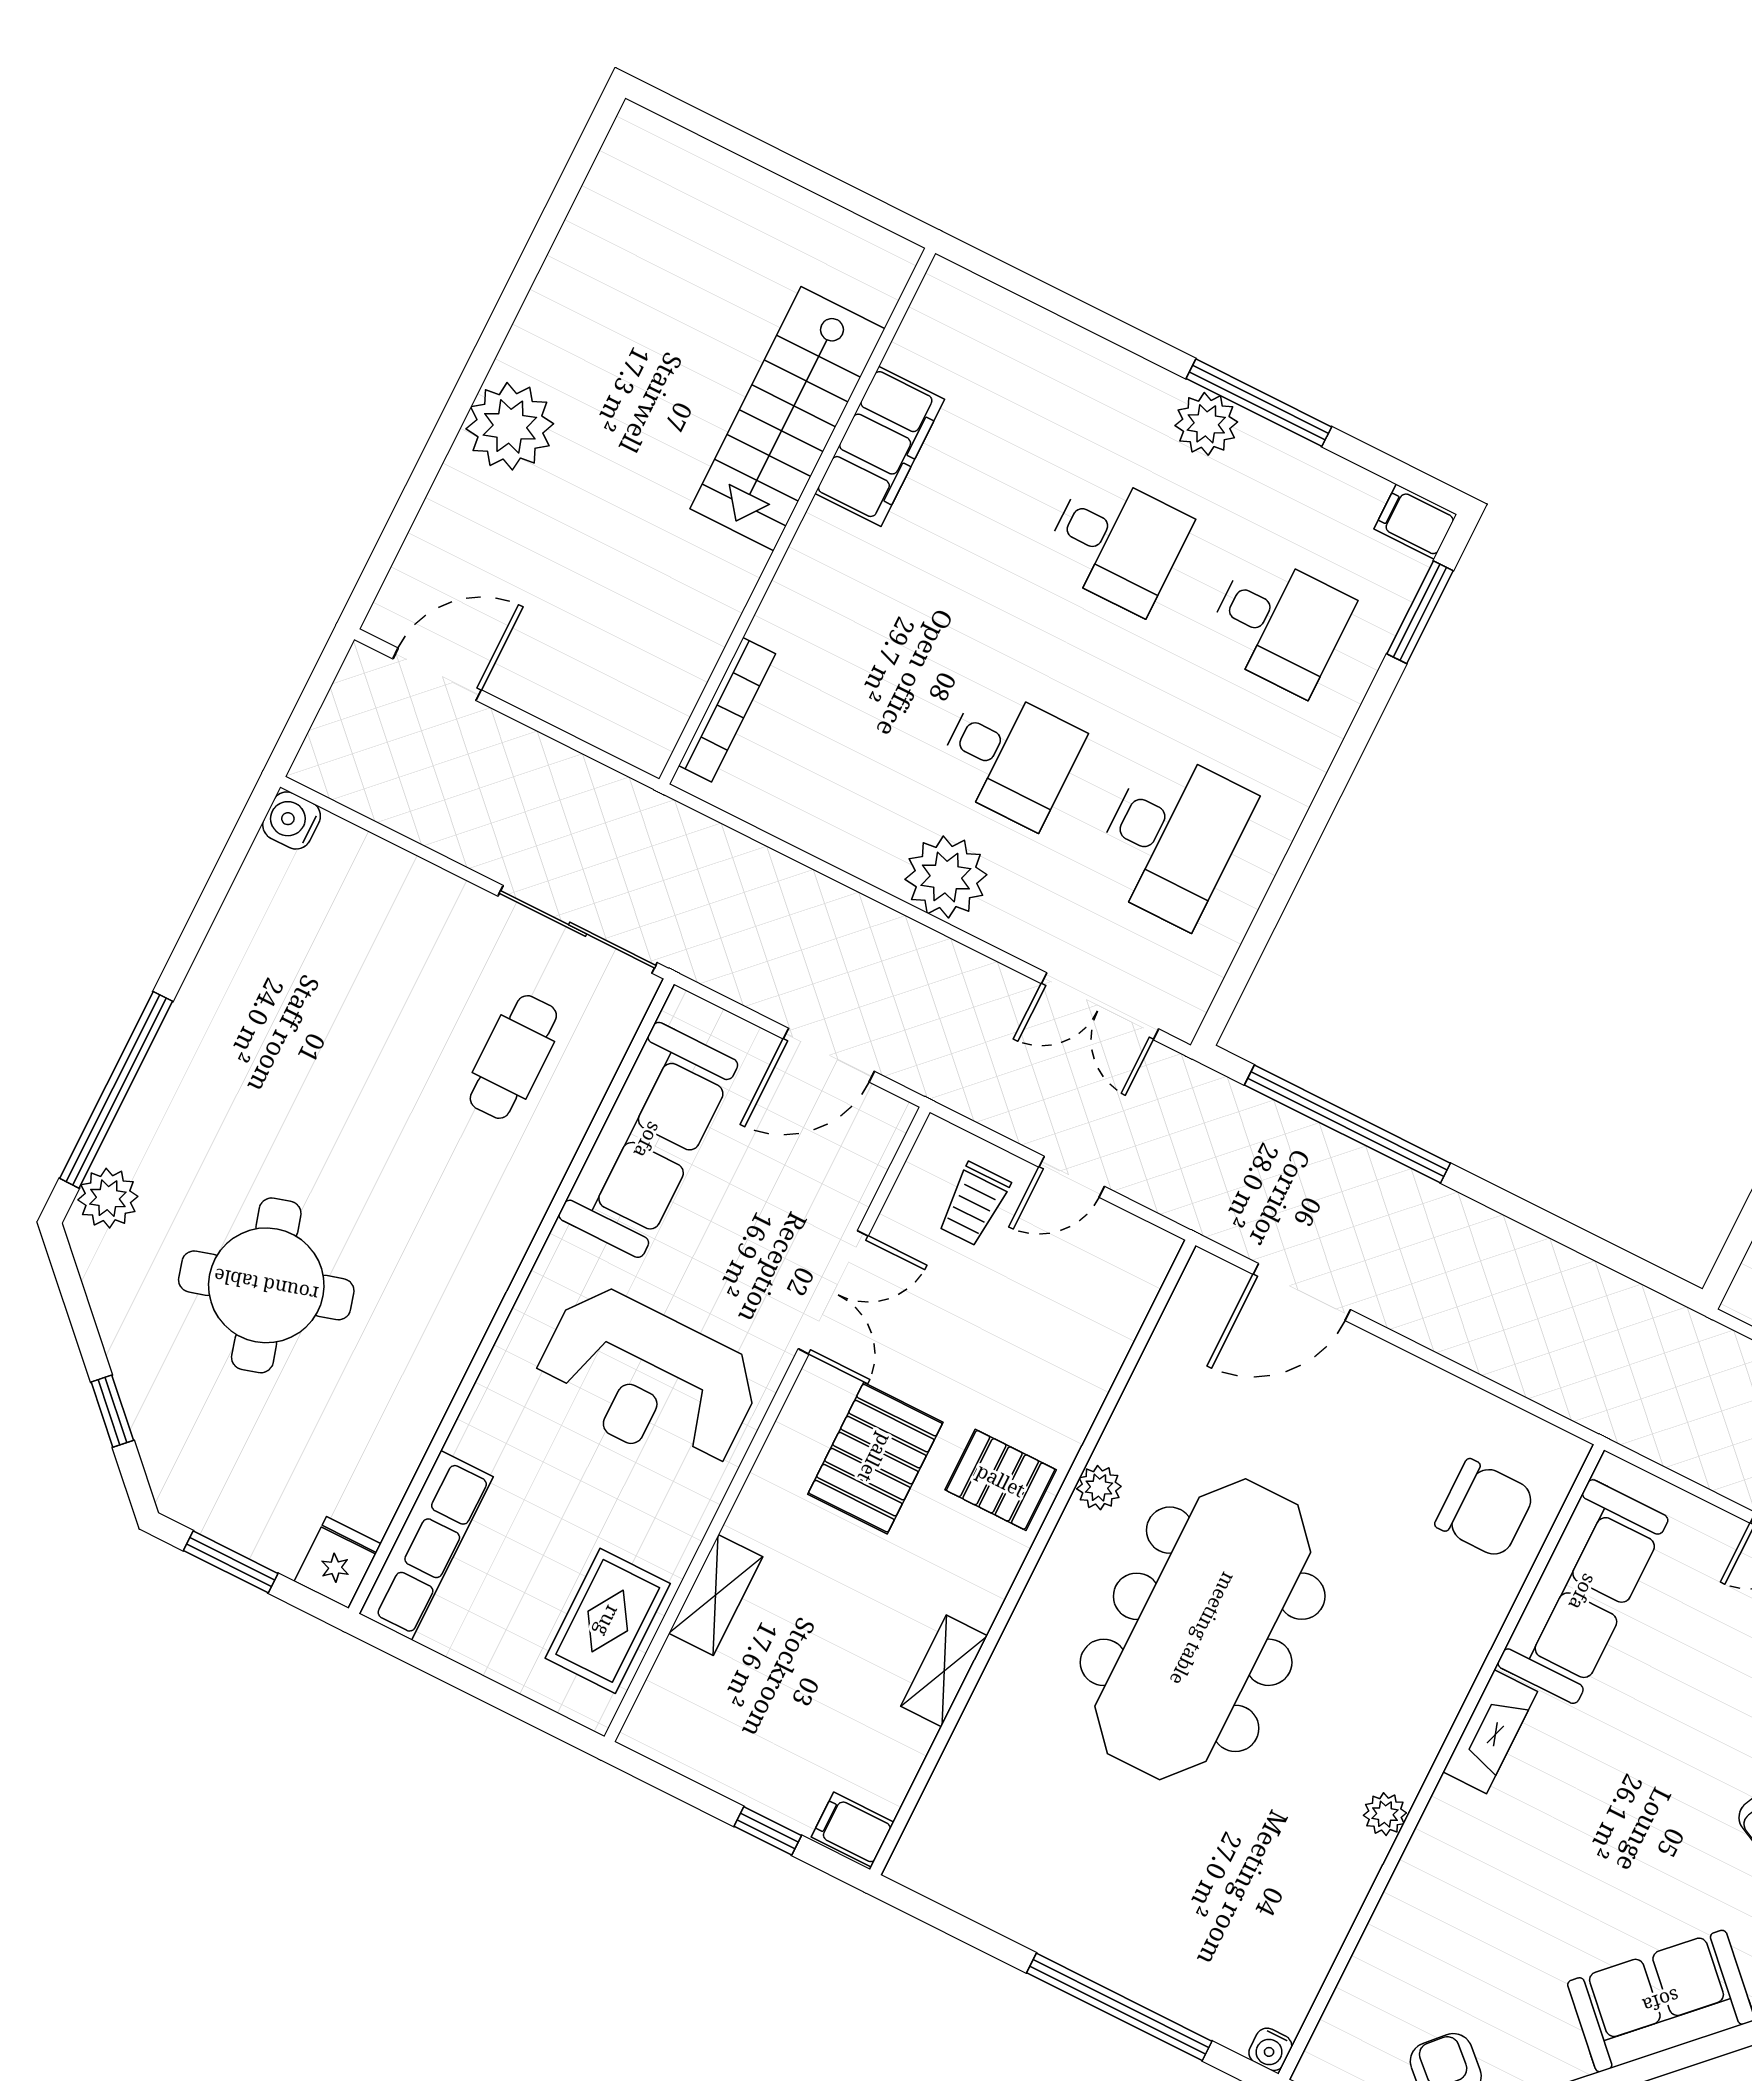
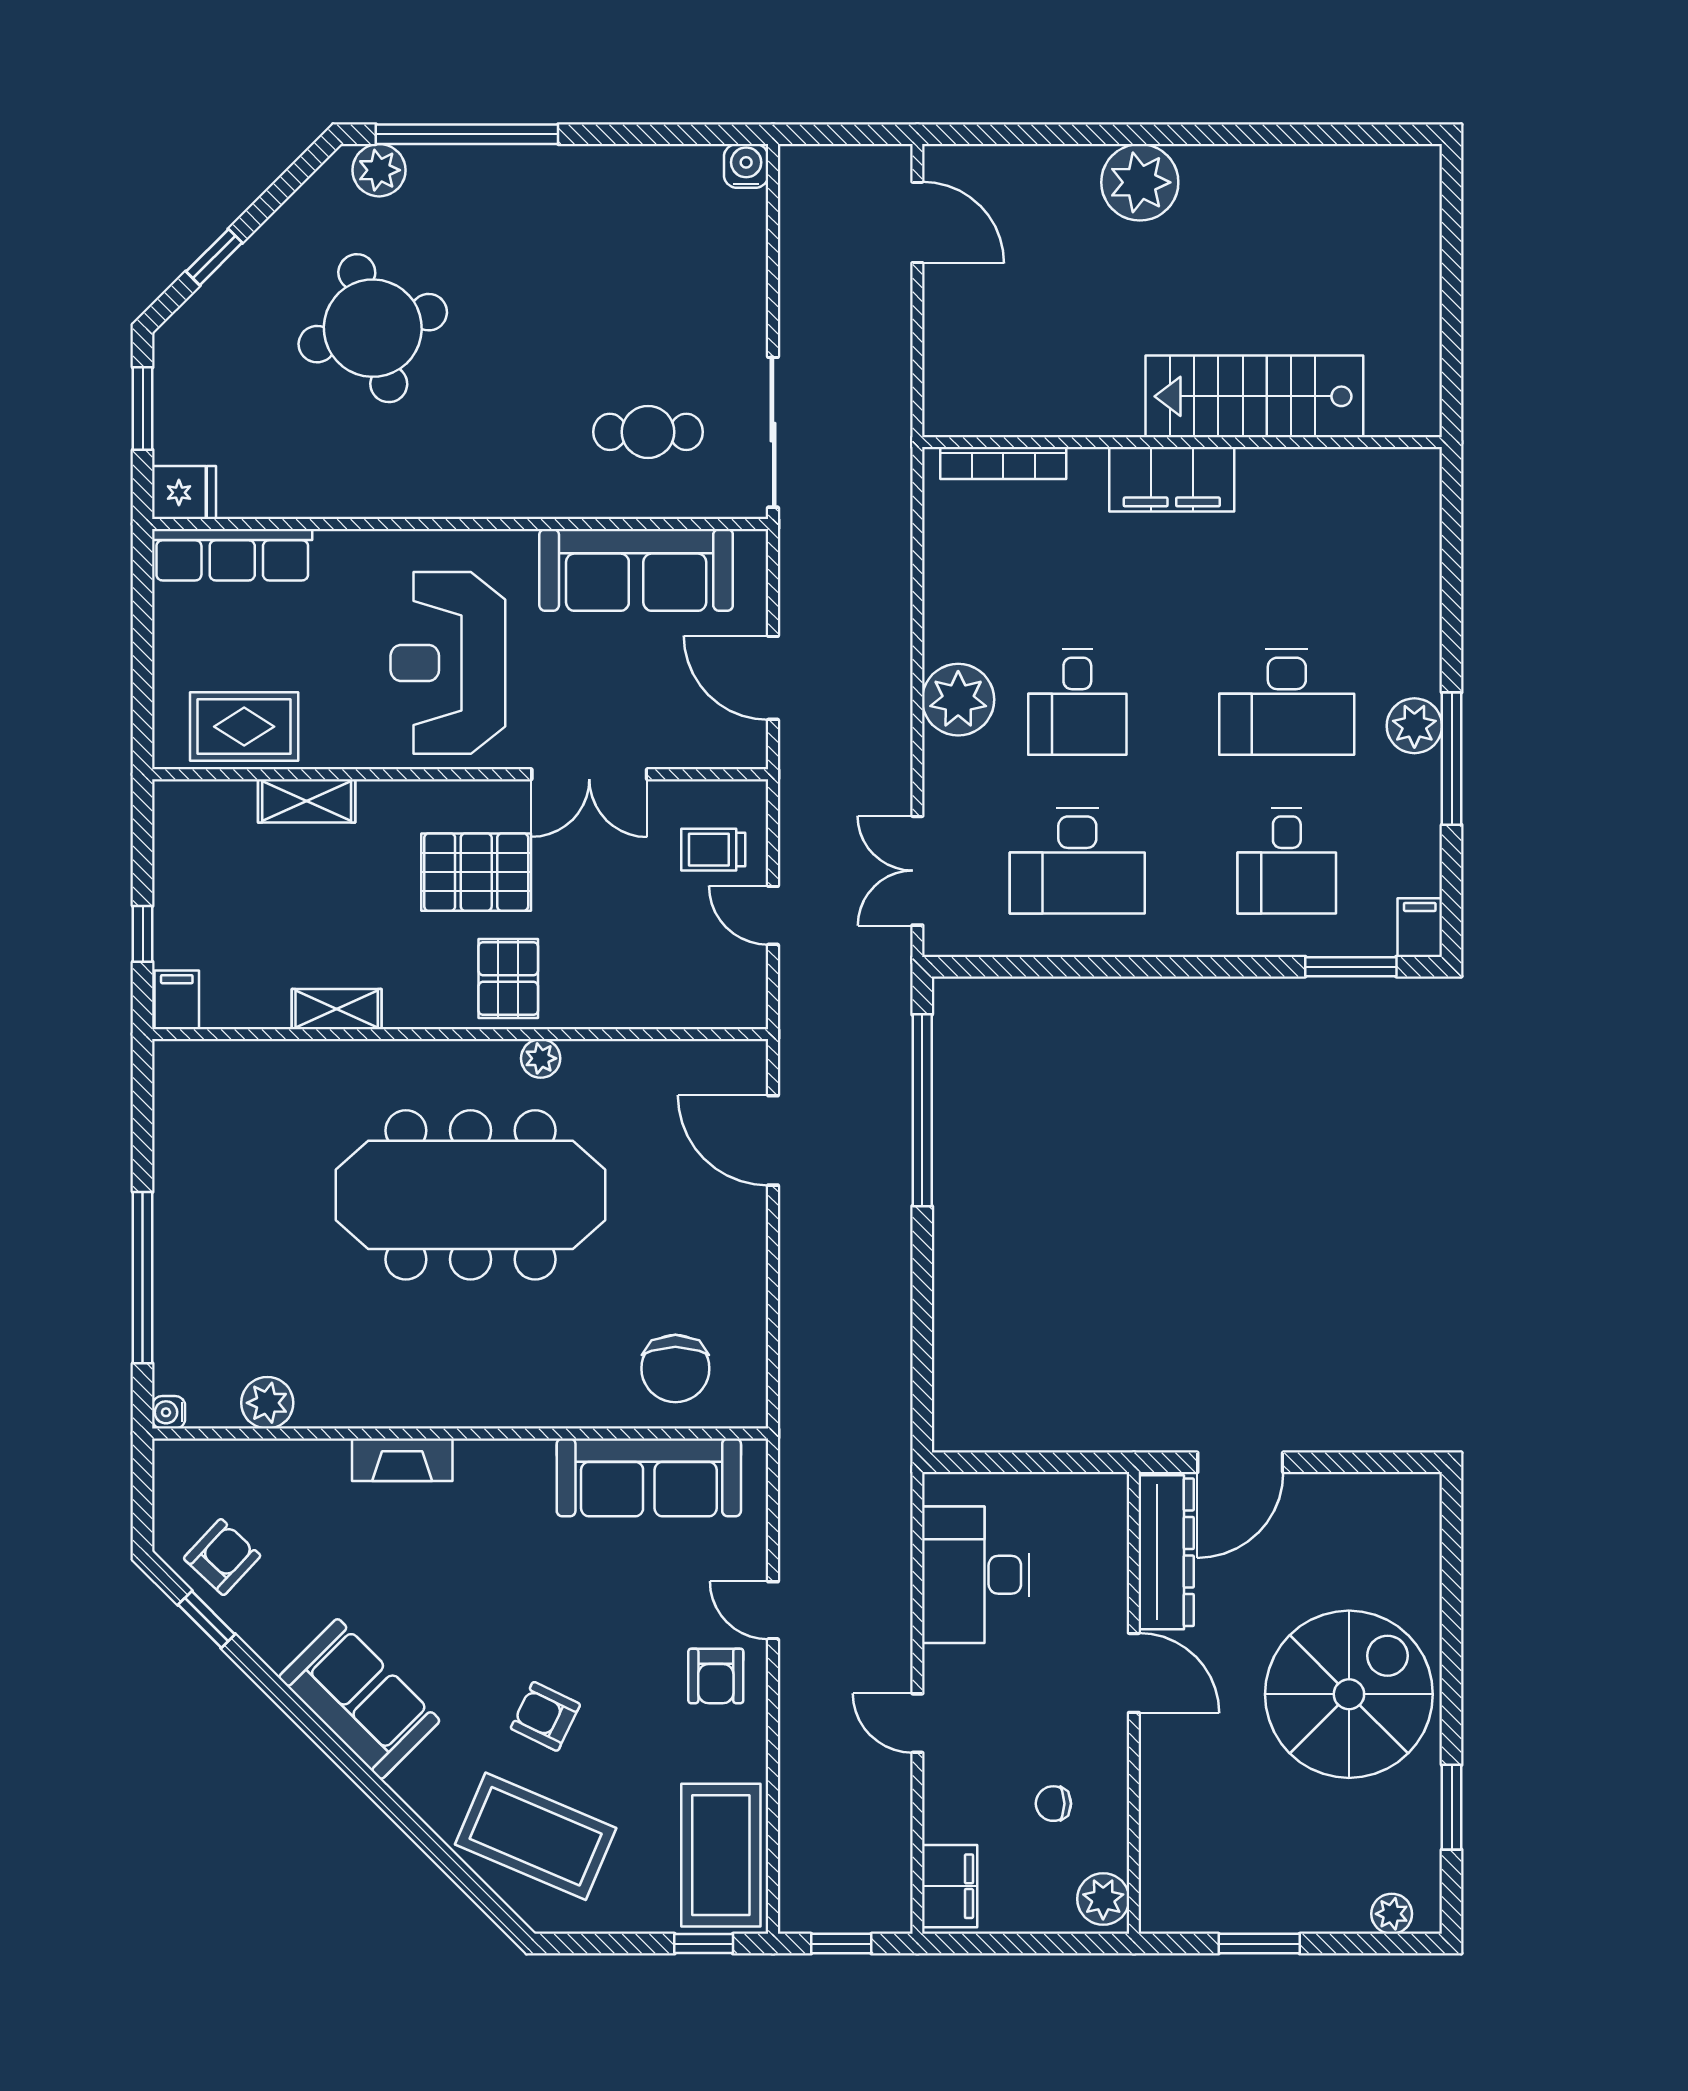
filing cabinet: (880, 446) -> (1172, 479), moved
desk: (1117, 542) -> (1287, 702), width x1.37
fireplace: (1490, 1732) -> (402, 1460), moved
plant: (1385, 1814) -> (267, 1403), moved, width x1.38, depth x1.38

